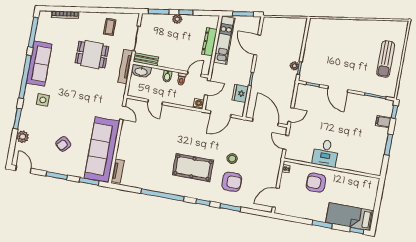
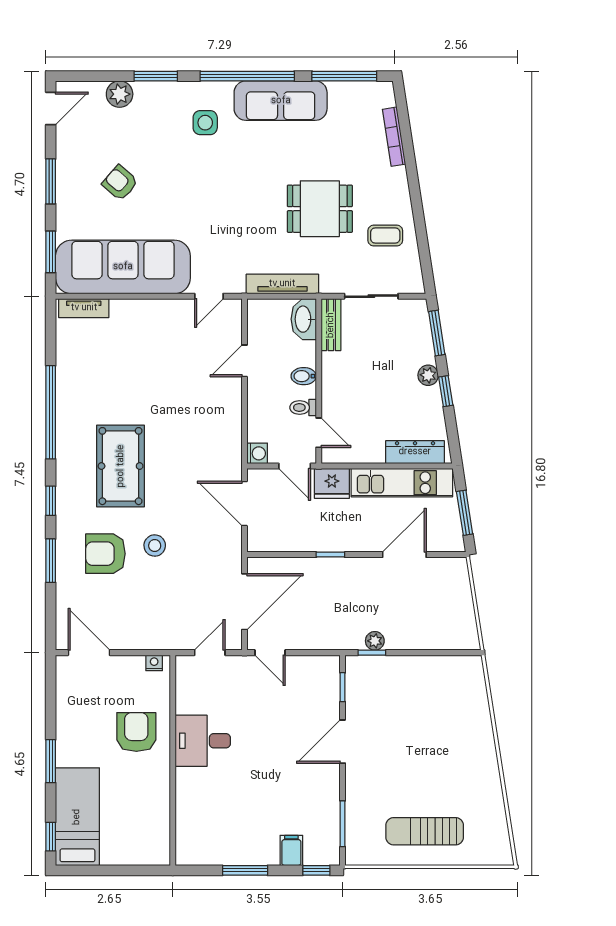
dresser: (209, 42) -> (415, 452), moved
dining table: (92, 55) -> (320, 209), turned 90
tv unit: (125, 66) -> (282, 284), moved
fridge: (240, 93) -> (332, 483), moved, turned 180
armchair: (232, 182) -> (105, 554), turned 90

